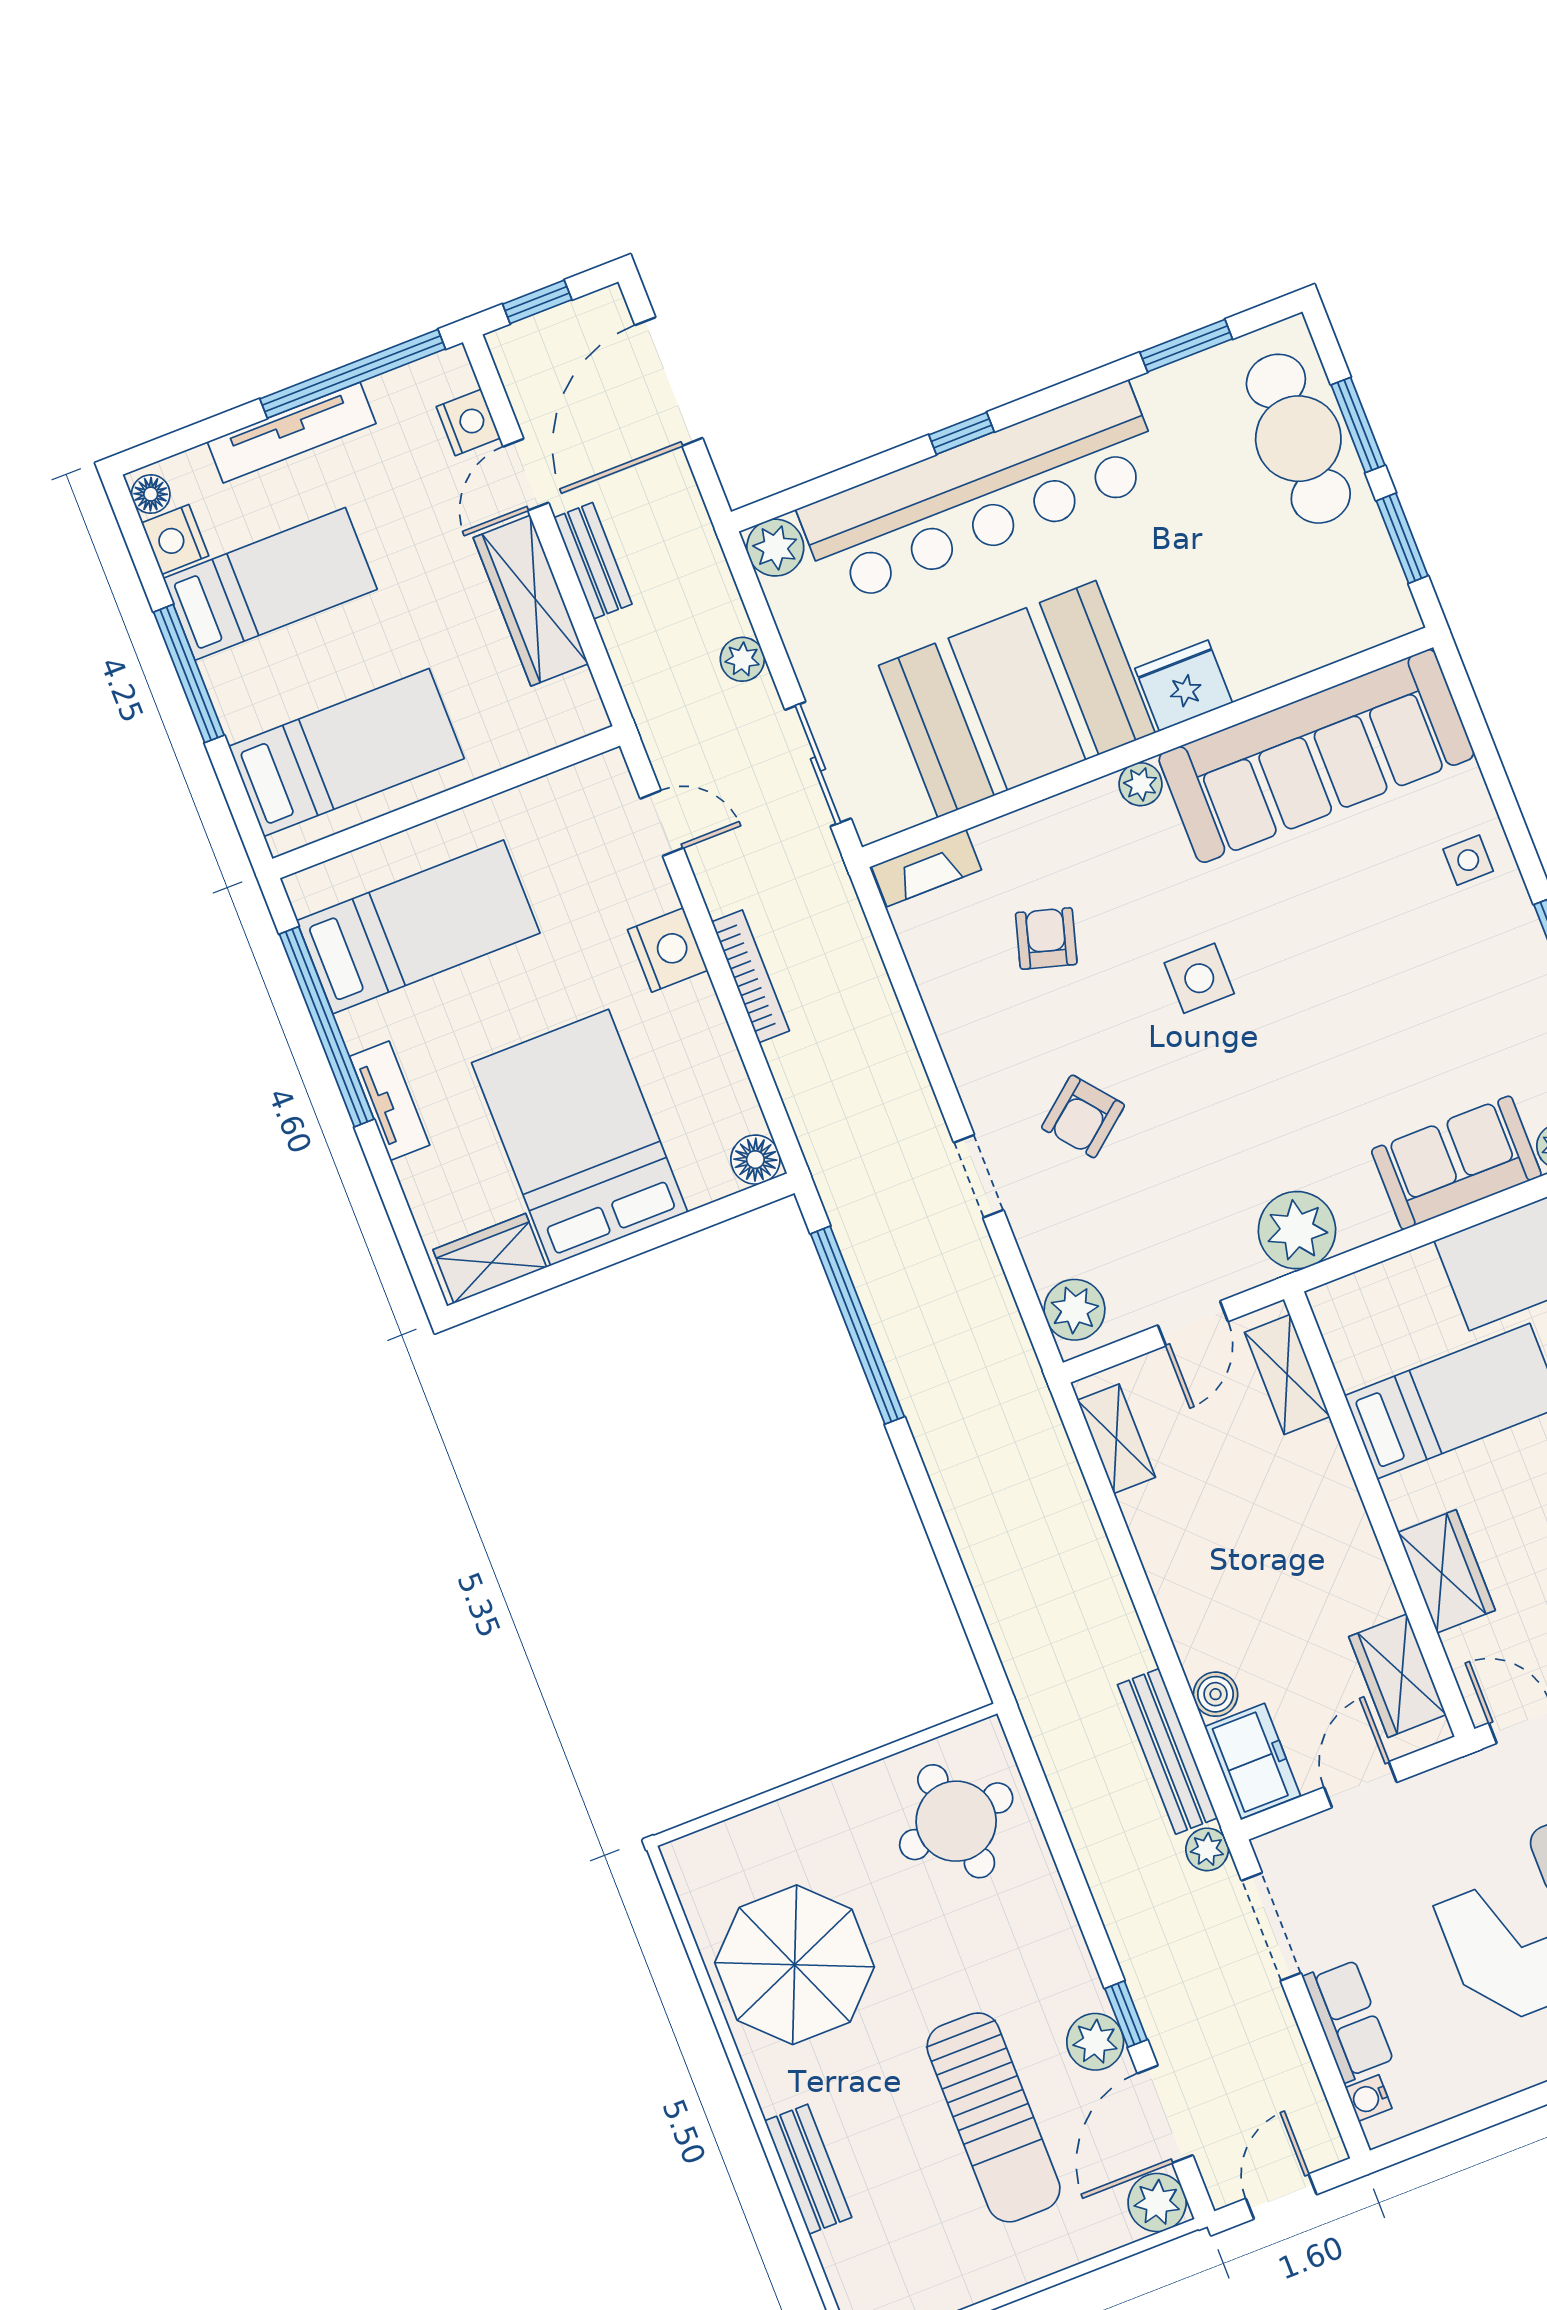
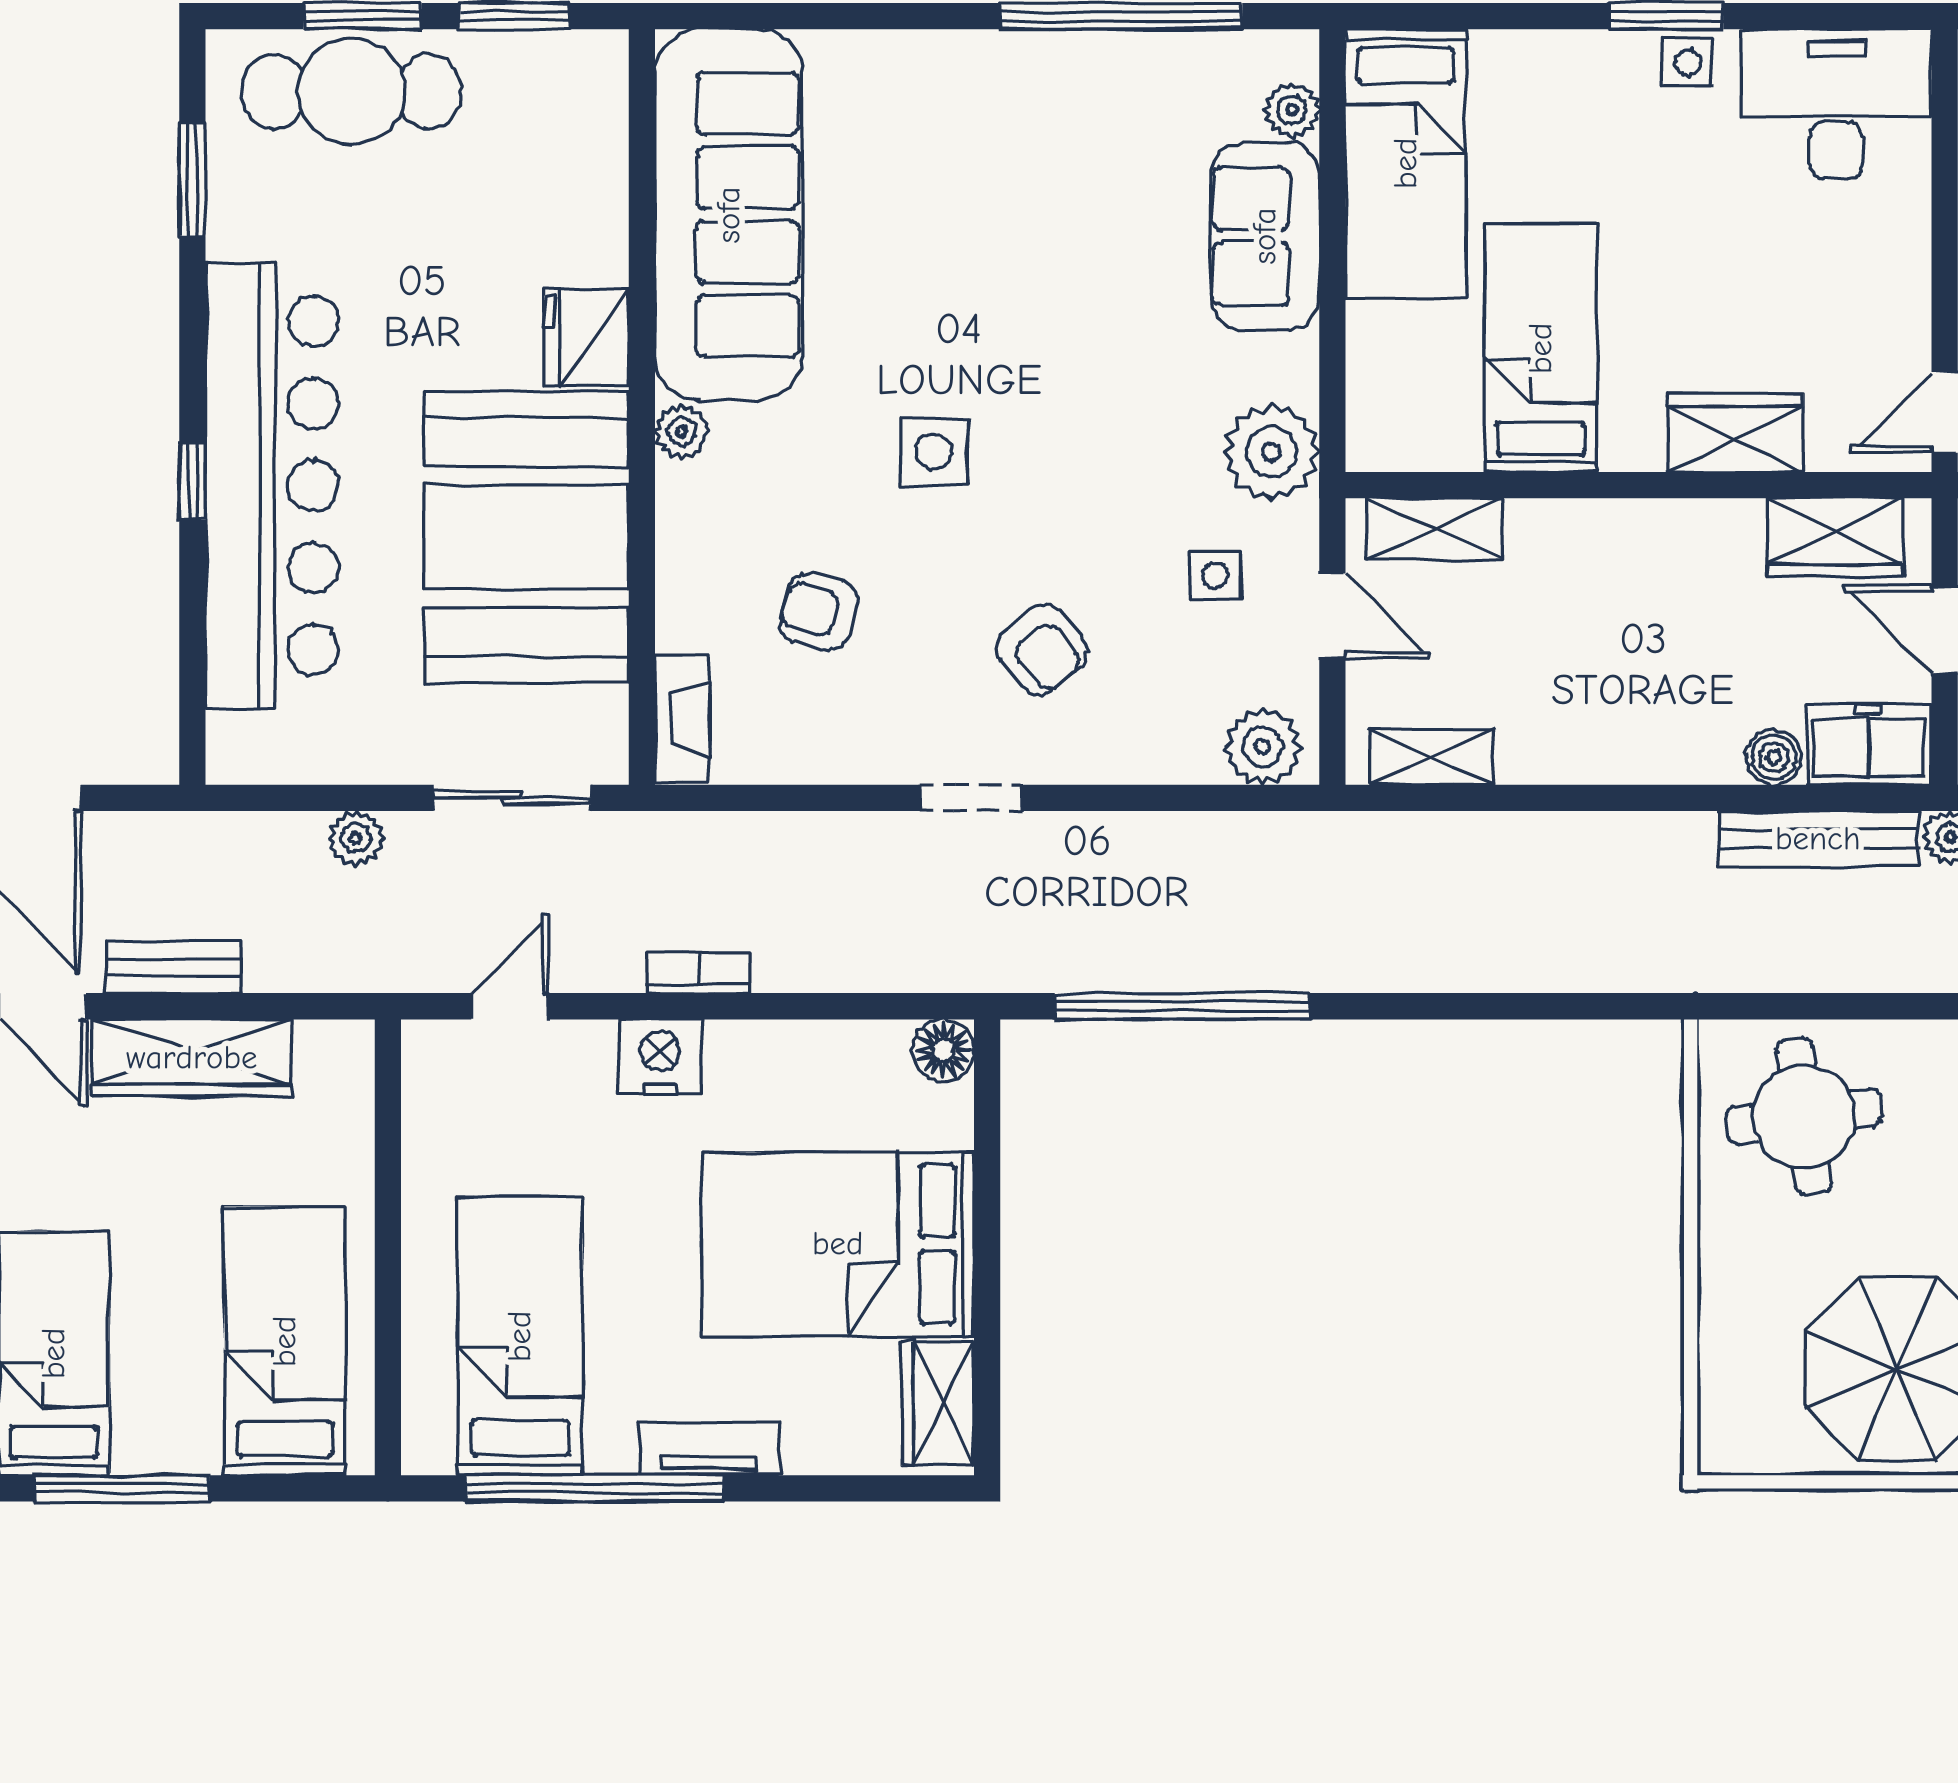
plant: (775, 548) -> (241, 749), removed
side table: (1468, 860) -> (1215, 576), moved
bookcase: (751, 976) -> (699, 972), width x0.64
doorway: (979, 1176) -> (971, 798), moved

